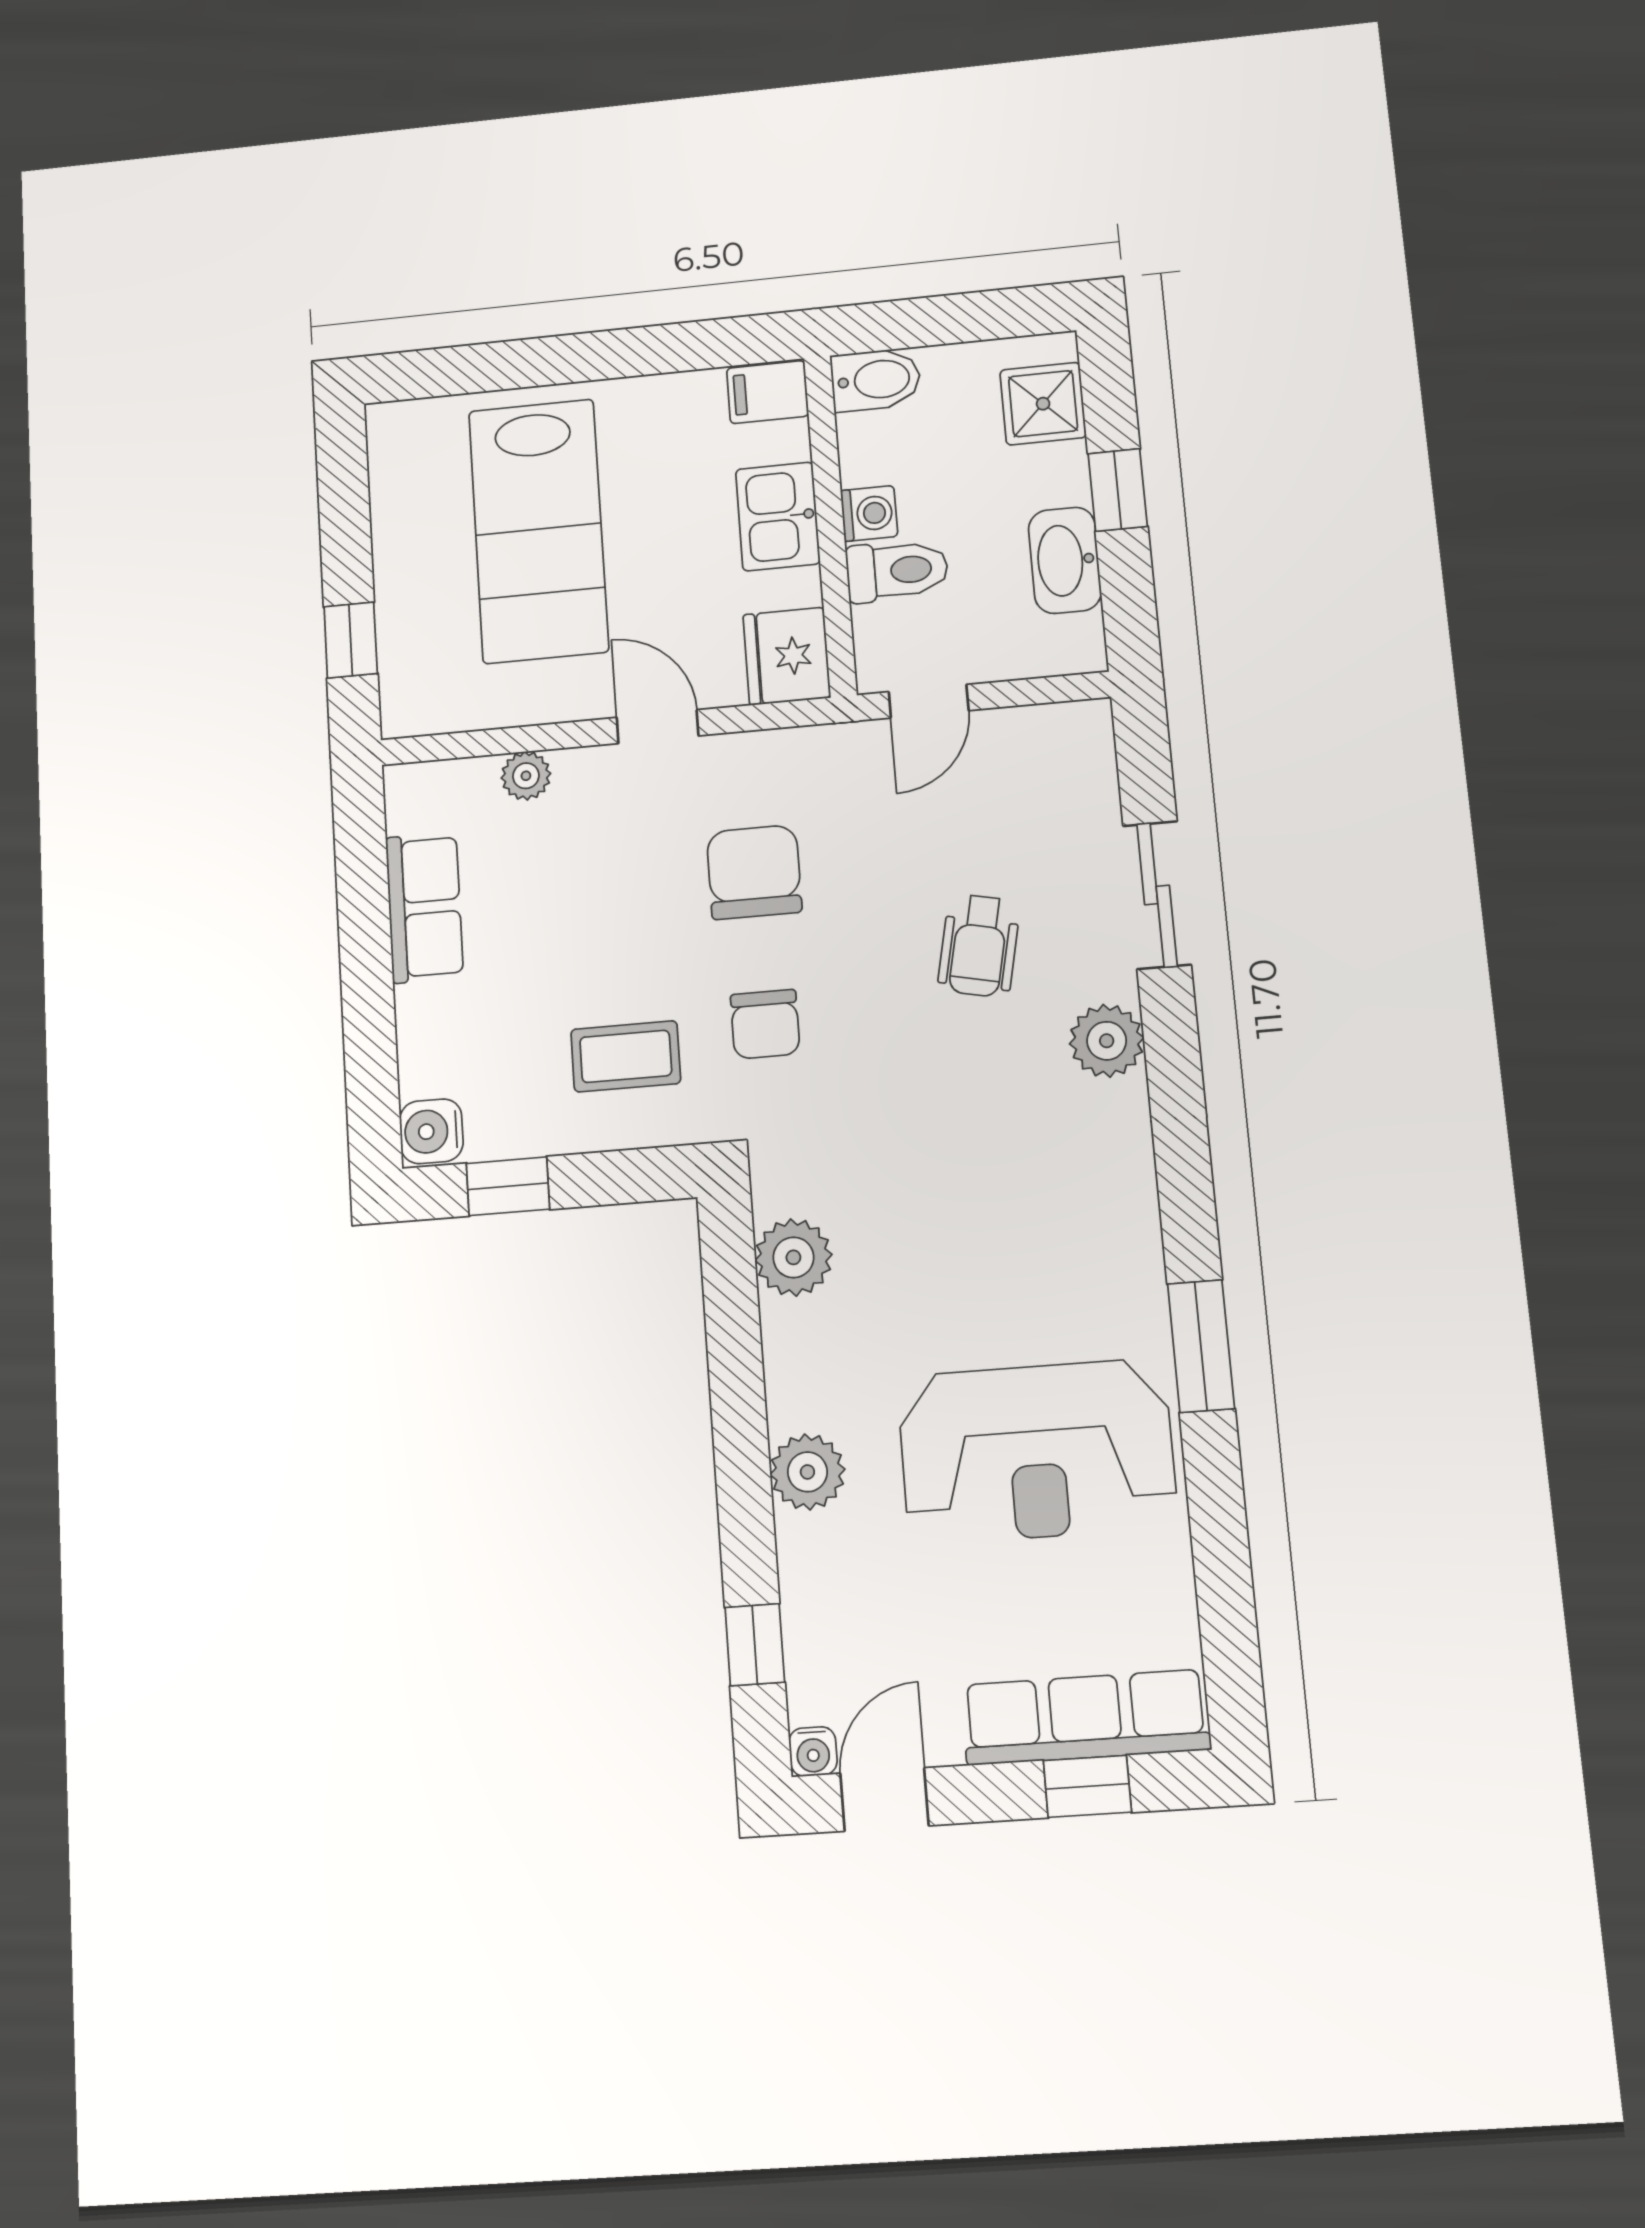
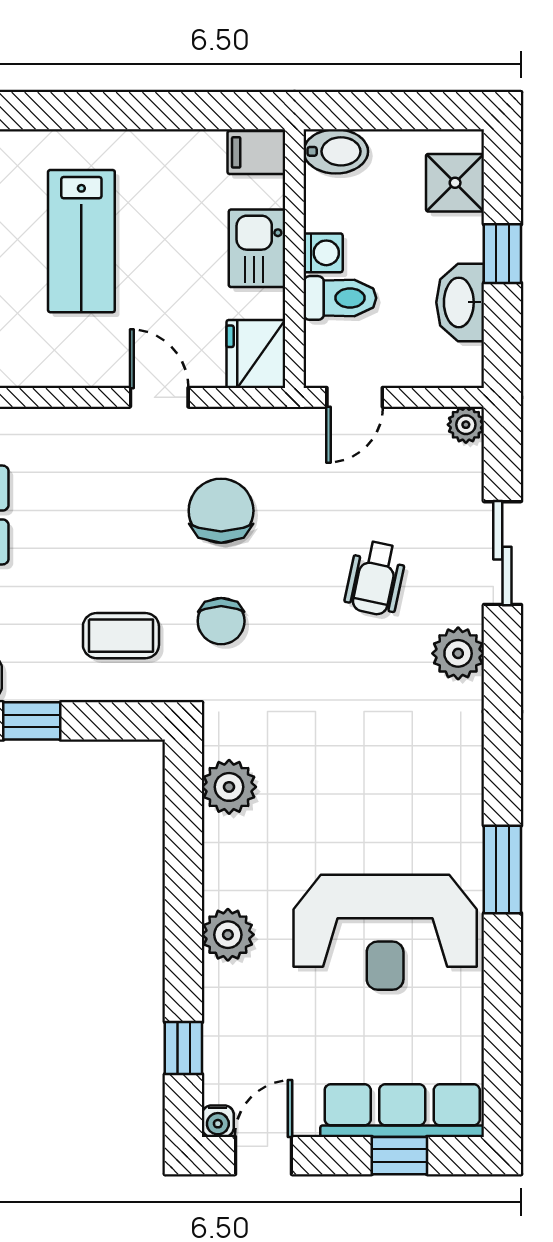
lab bench: (538, 531) -> (81, 241), width x0.73, depth x0.72
plant: (526, 776) -> (466, 425), moved

